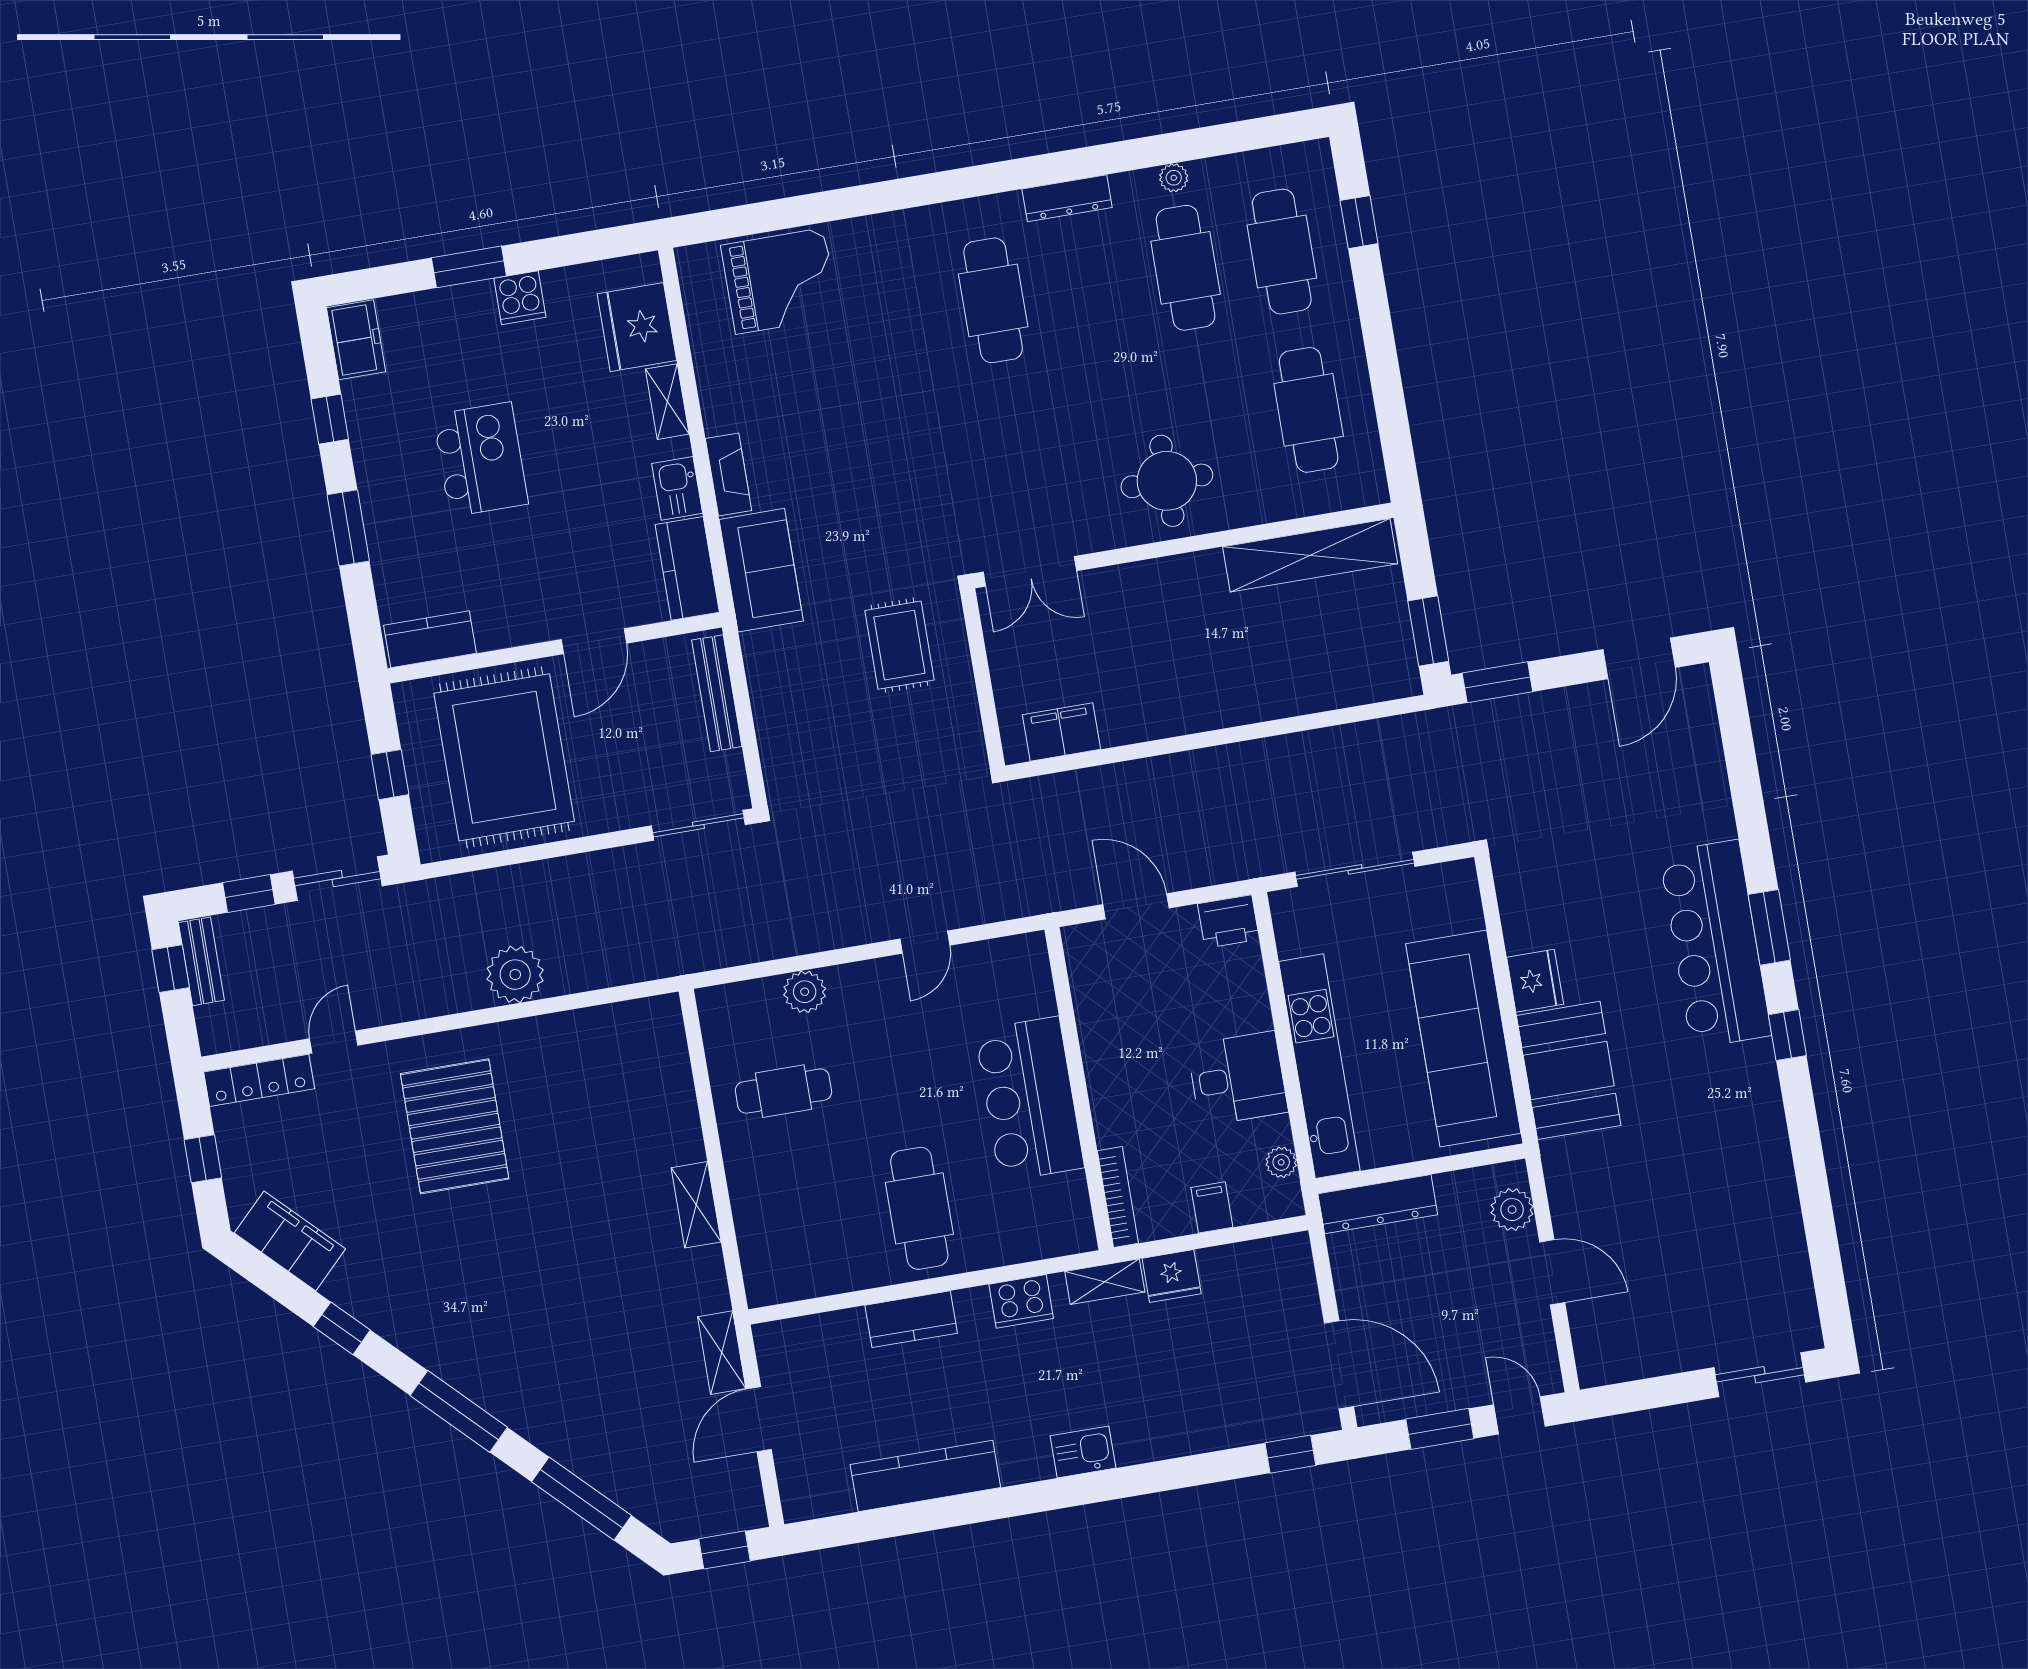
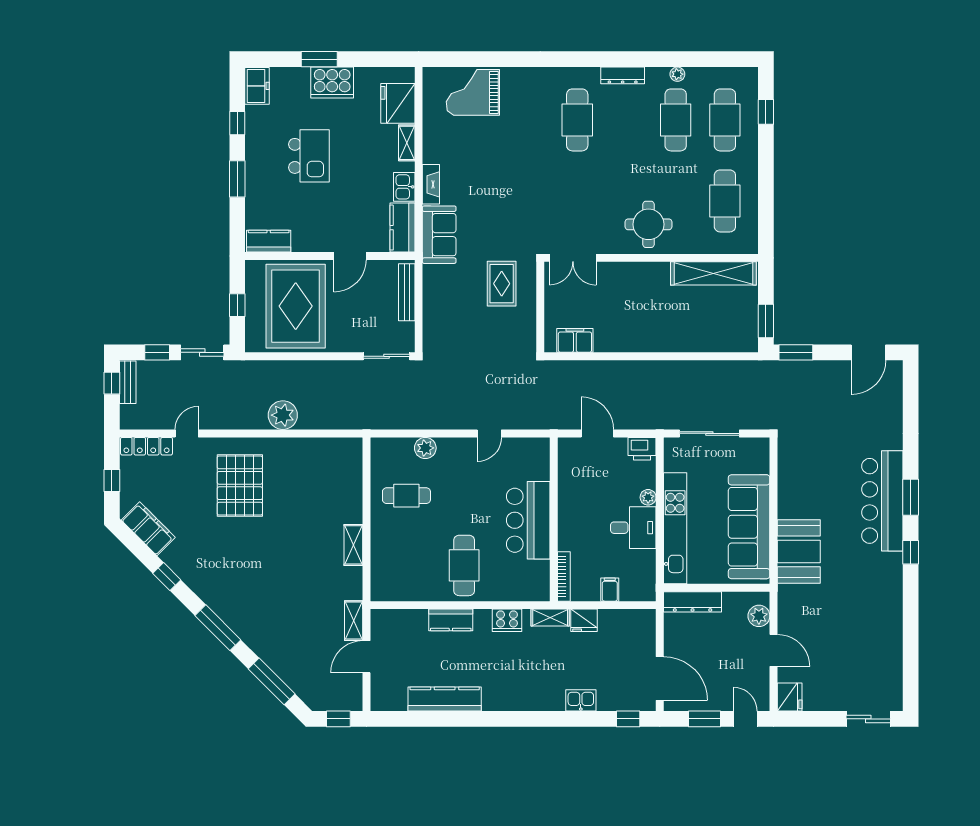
grand piano: (780, 281) -> (473, 92), turned 180
cooker: (520, 298) -> (332, 83), width x1.87, depth x1.31
fridge: (1535, 981) -> (790, 697), moved
plant: (1281, 1162) -> (648, 497), moved
kitchen sink: (1083, 1452) -> (581, 700), moved

